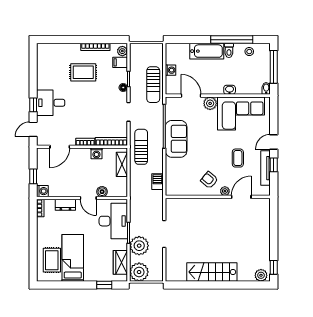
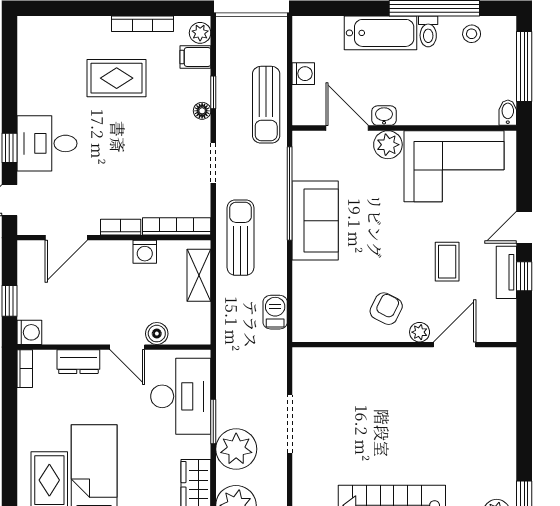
washbasin: (230, 90) -> (384, 116), moved
tv unit: (266, 168) -> (506, 272), width x0.71
armchair: (209, 180) -> (386, 309), turned 78

